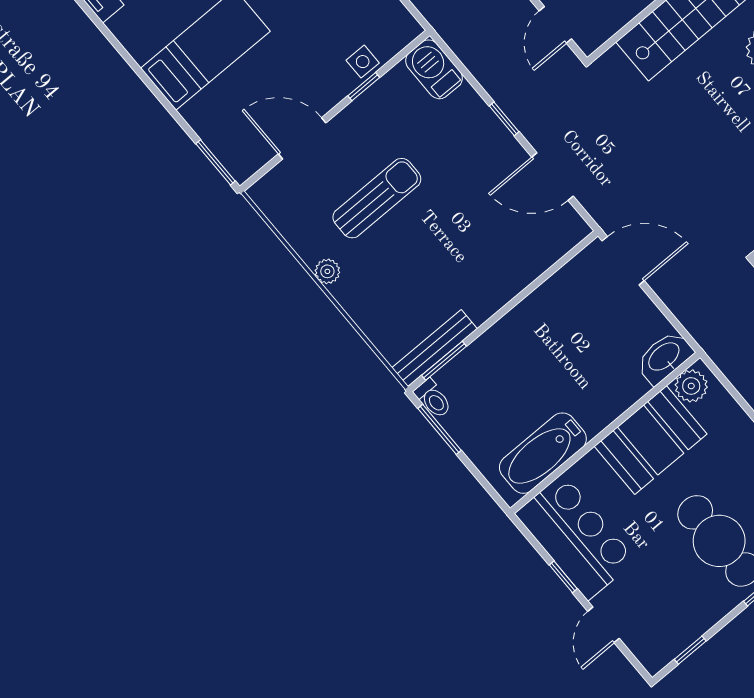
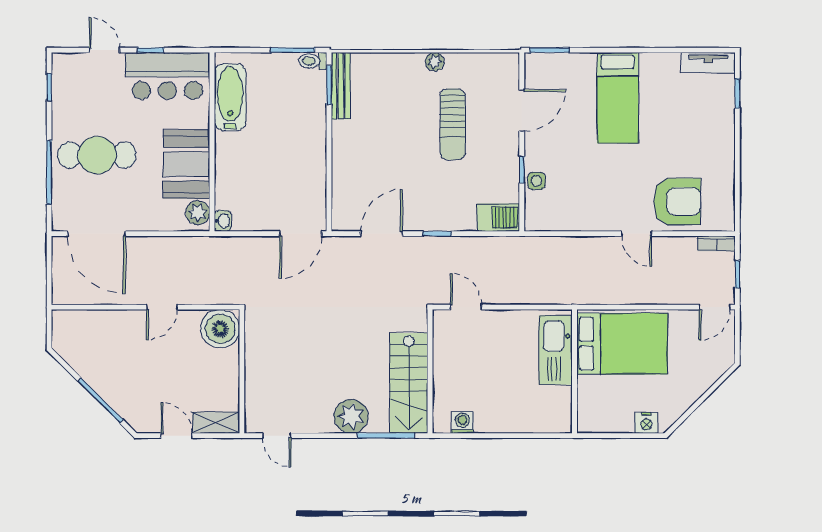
washbasin: (664, 357) -> (223, 221), width x0.52, depth x0.69

